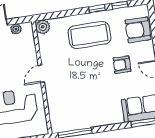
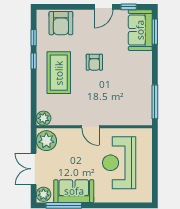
plant: (16, 29) -> (46, 141), width x1.88, depth x1.88
armchair: (122, 65) -> (94, 62), moved

